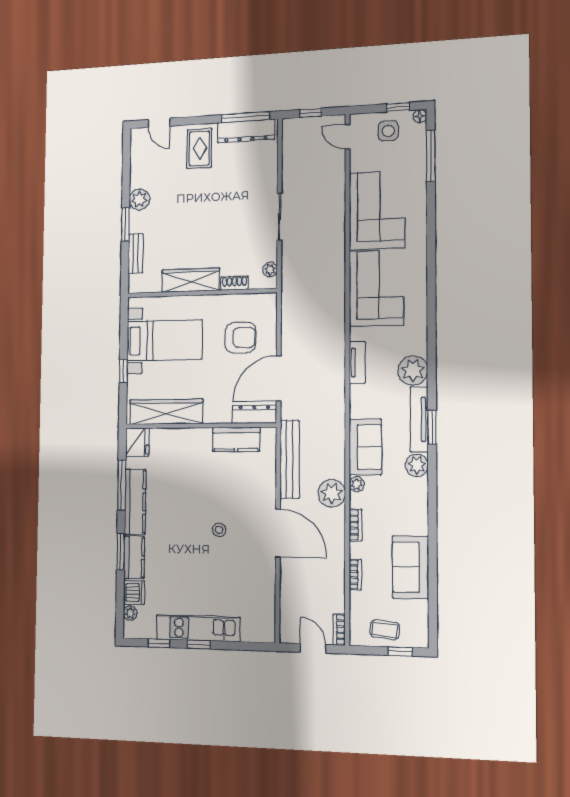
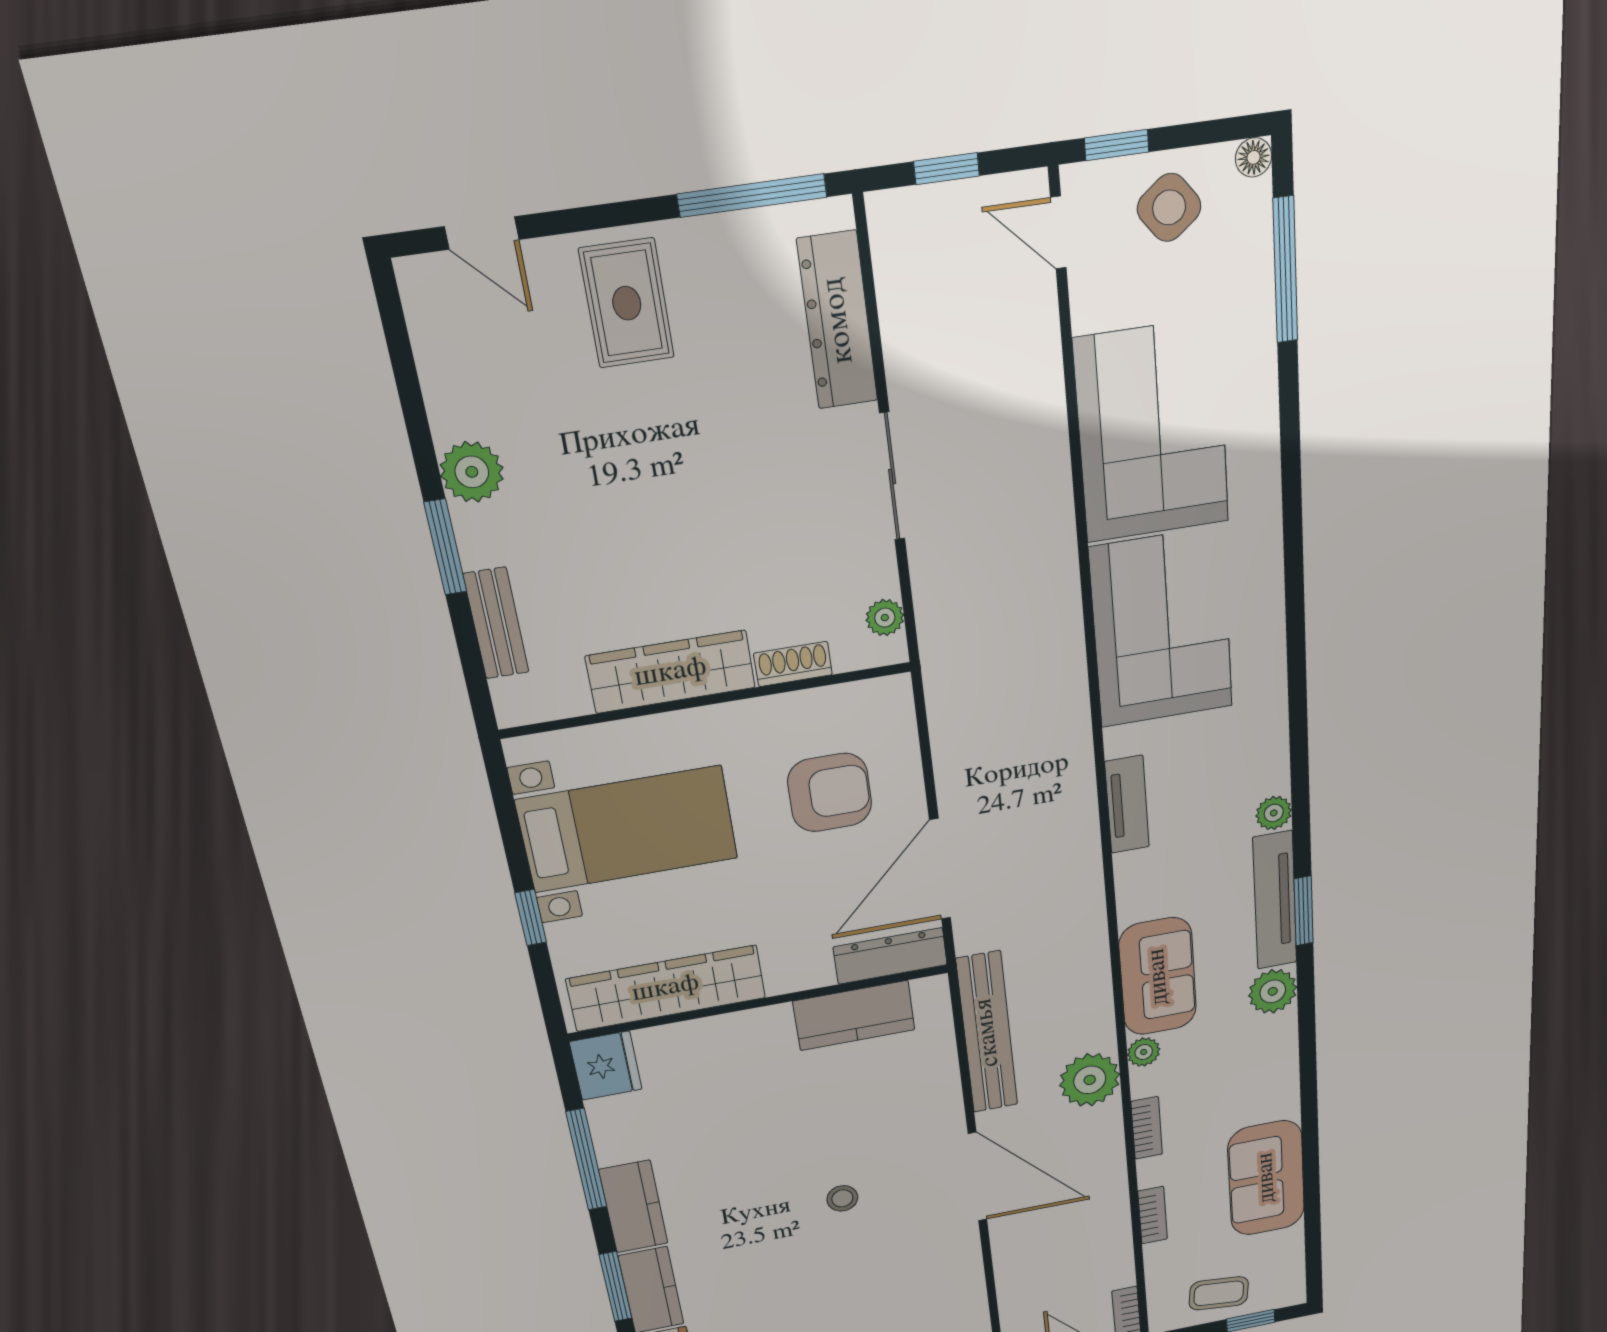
window: (398, 107) -> (1117, 145), moved
dresser: (246, 131) -> (838, 321), moved, turned 90
side table: (388, 131) -> (1169, 207), turned -38
plant: (413, 370) -> (1274, 813), width x0.53, depth x0.53
kitchen counter: (135, 502) -> (633, 1207), width x0.67

